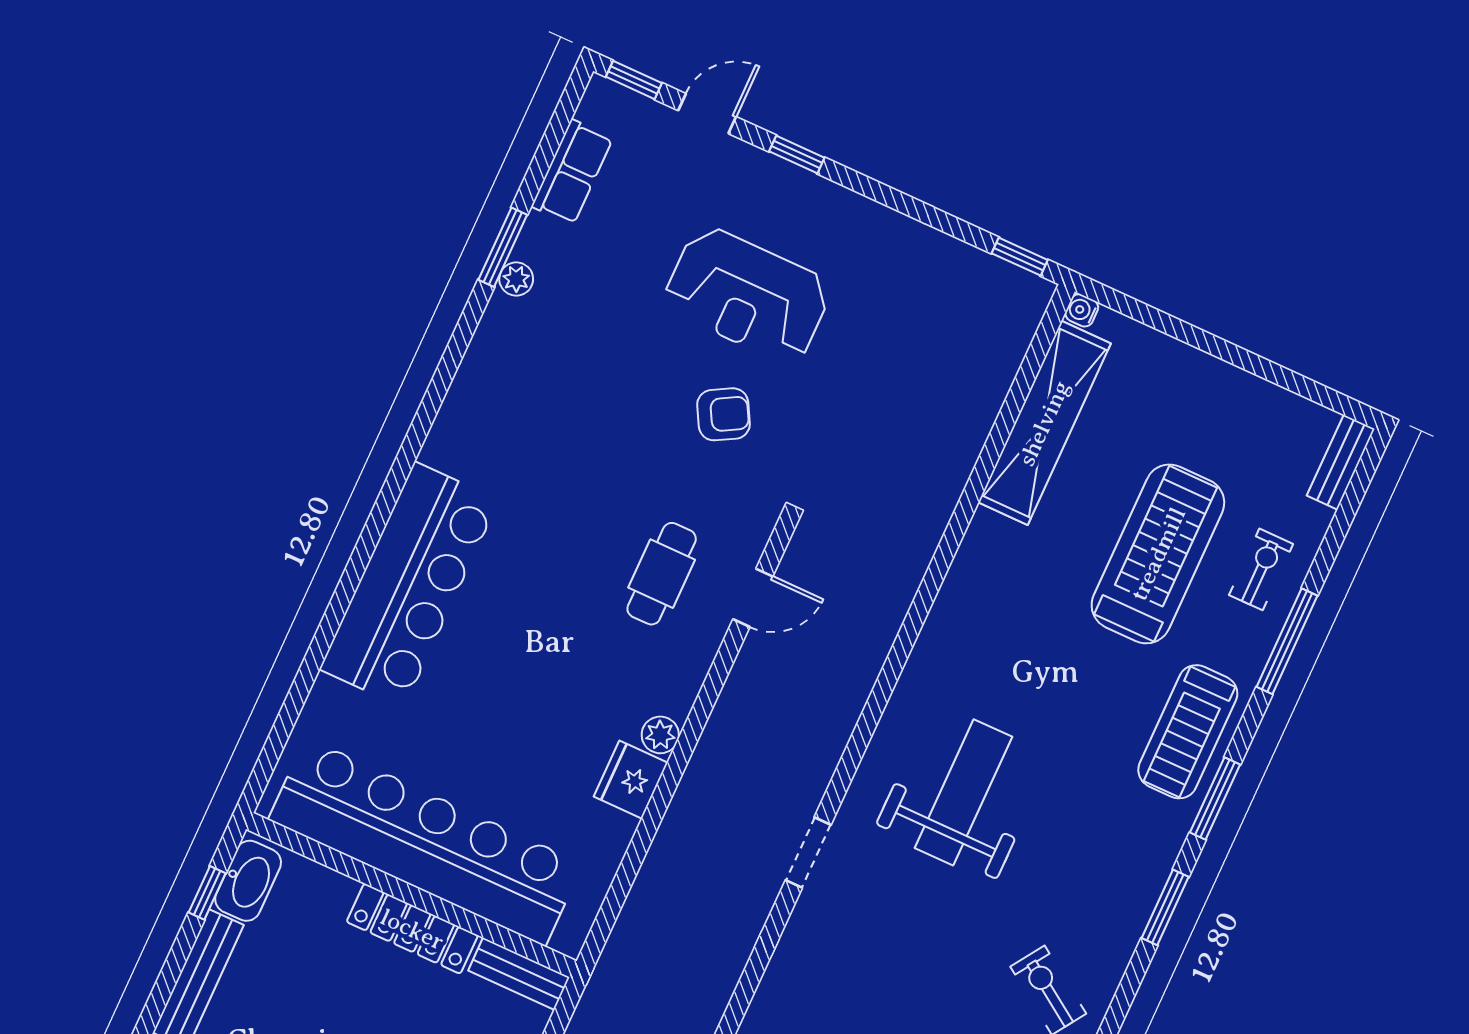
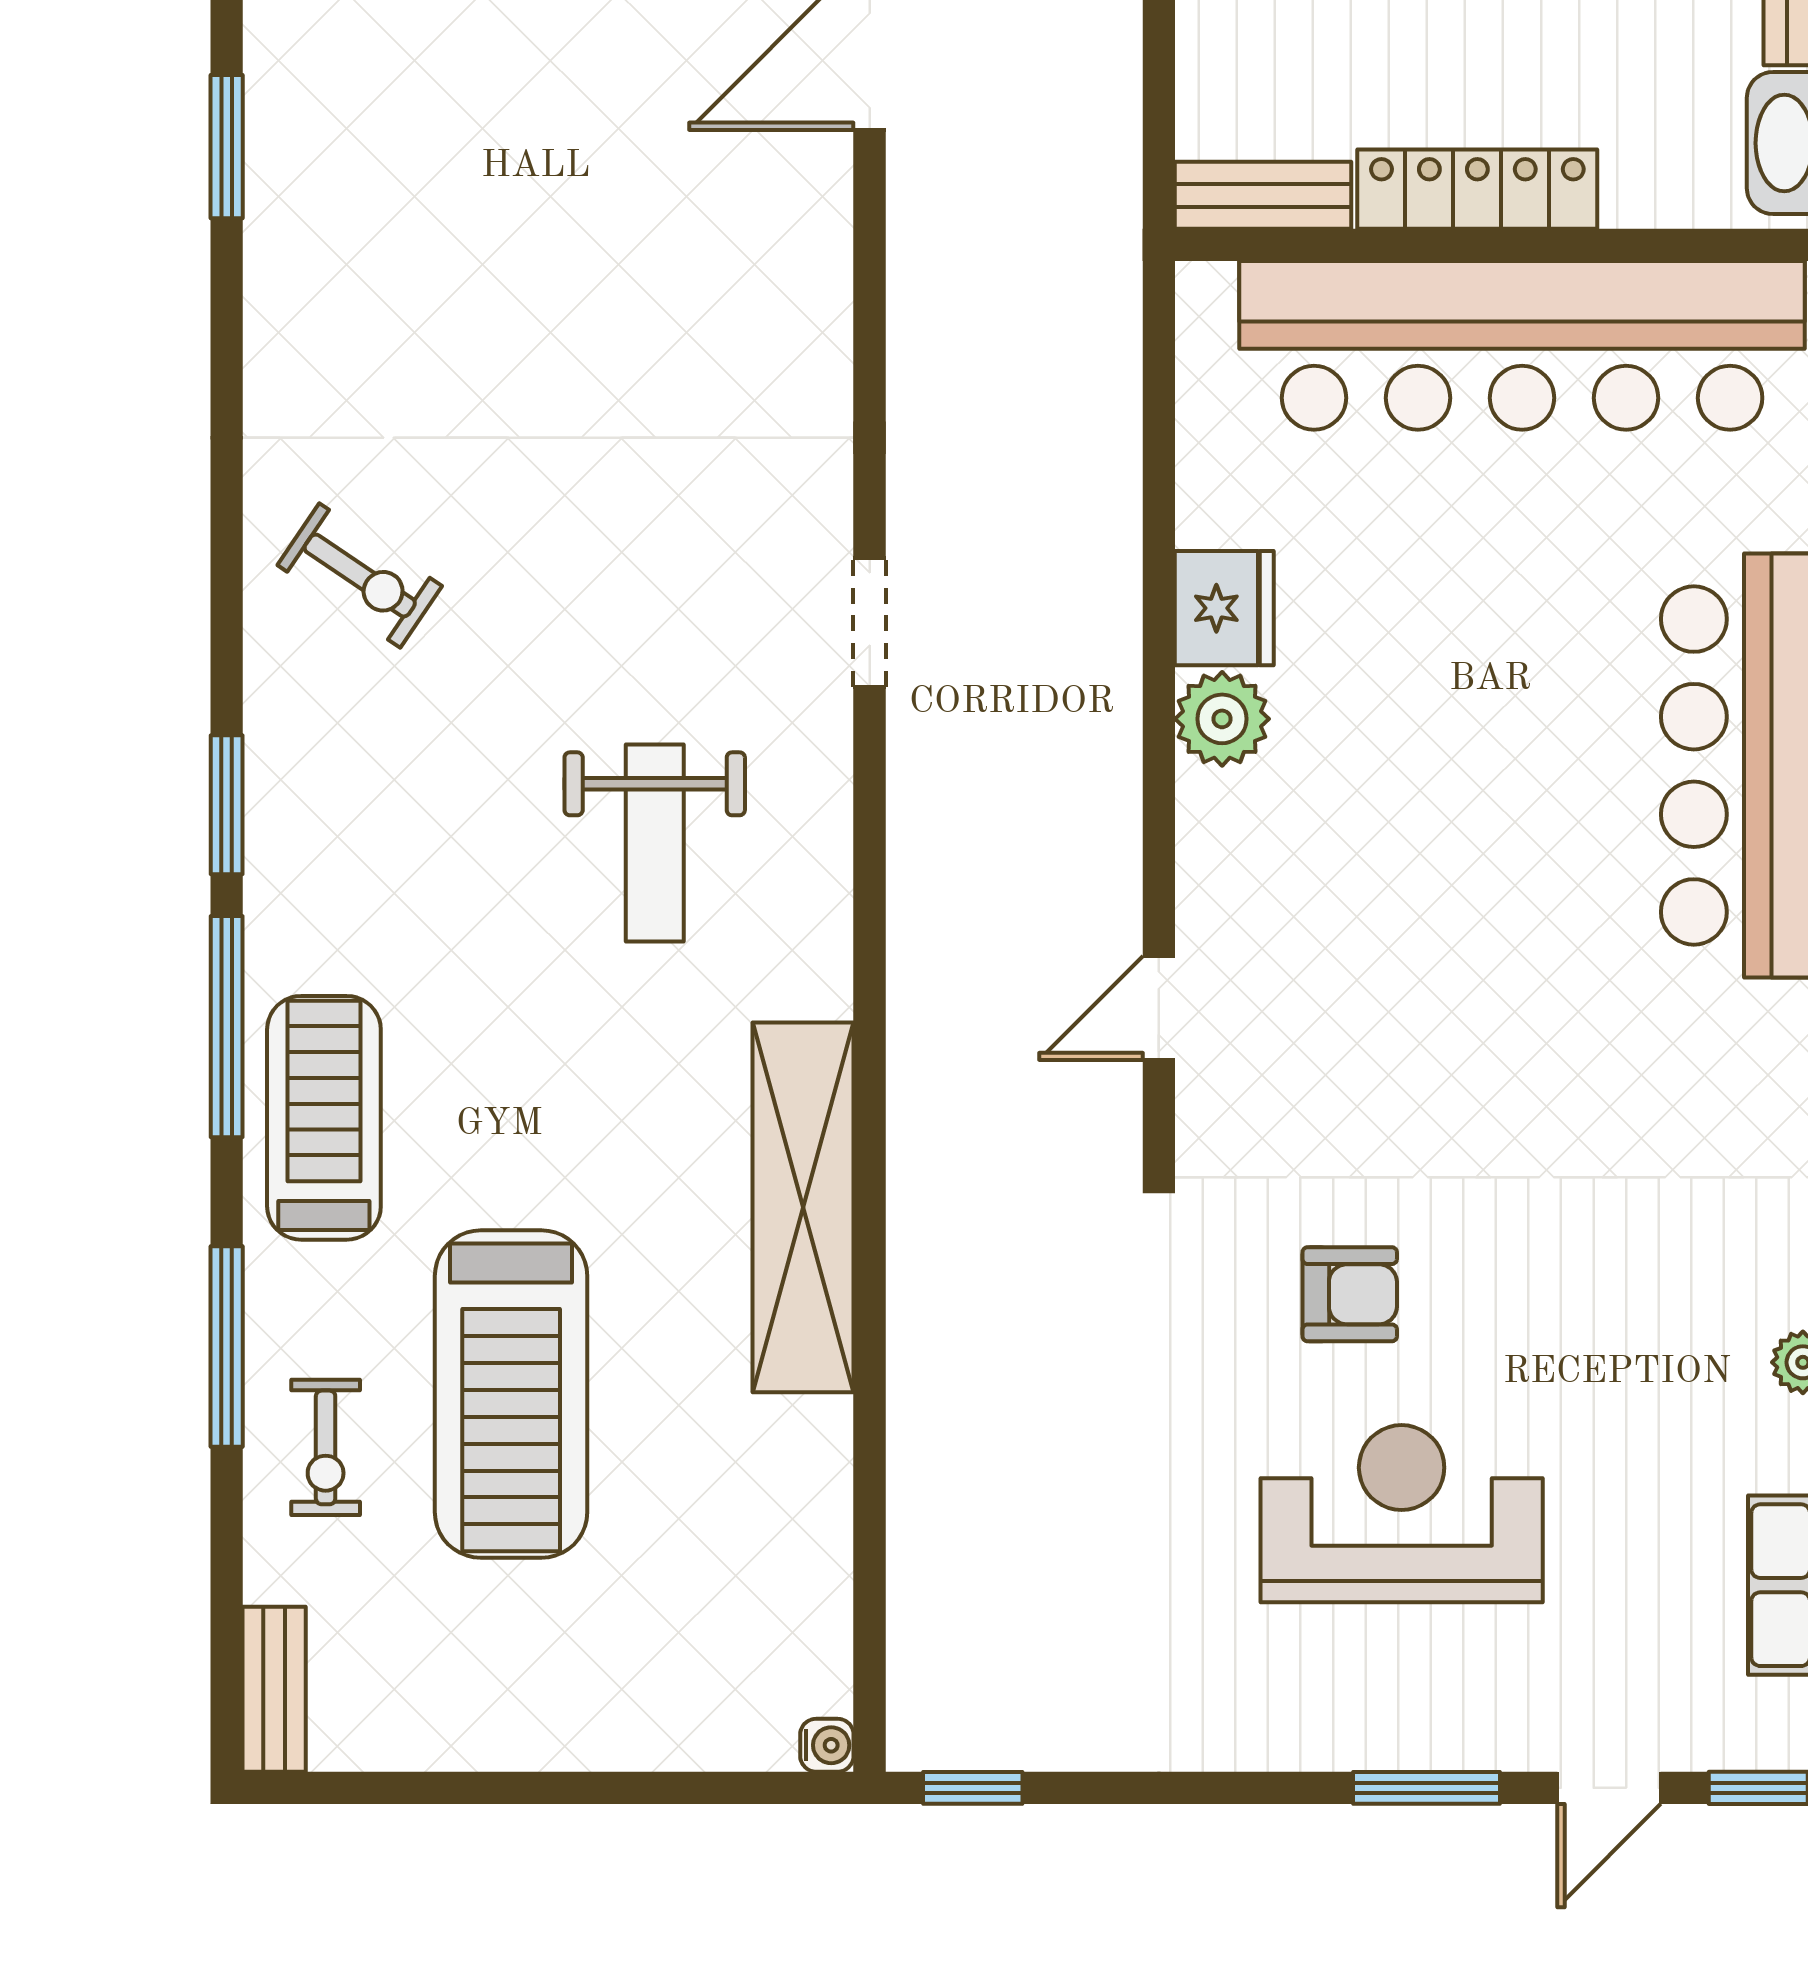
window: (797, 155) -> (1426, 1788), width x1.50
armchair: (724, 414) -> (1350, 1294), turned -151
shelving: (1044, 423) -> (803, 1207), moved
cafe table: (662, 574) -> (1331, 978), removed
plant: (660, 735) -> (1222, 719), width x1.38, depth x1.38
weight bench: (963, 792) -> (655, 843), width x0.73, depth x0.75
window: (1215, 798) -> (227, 1027), width x1.44

